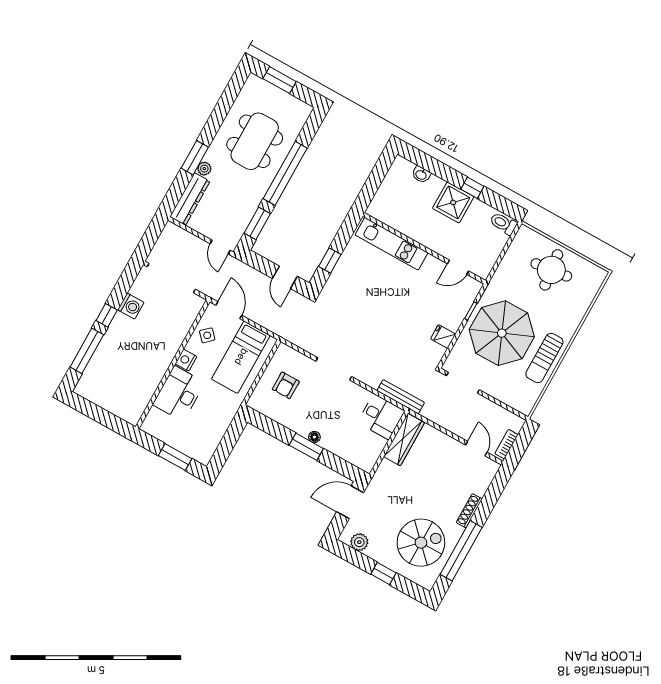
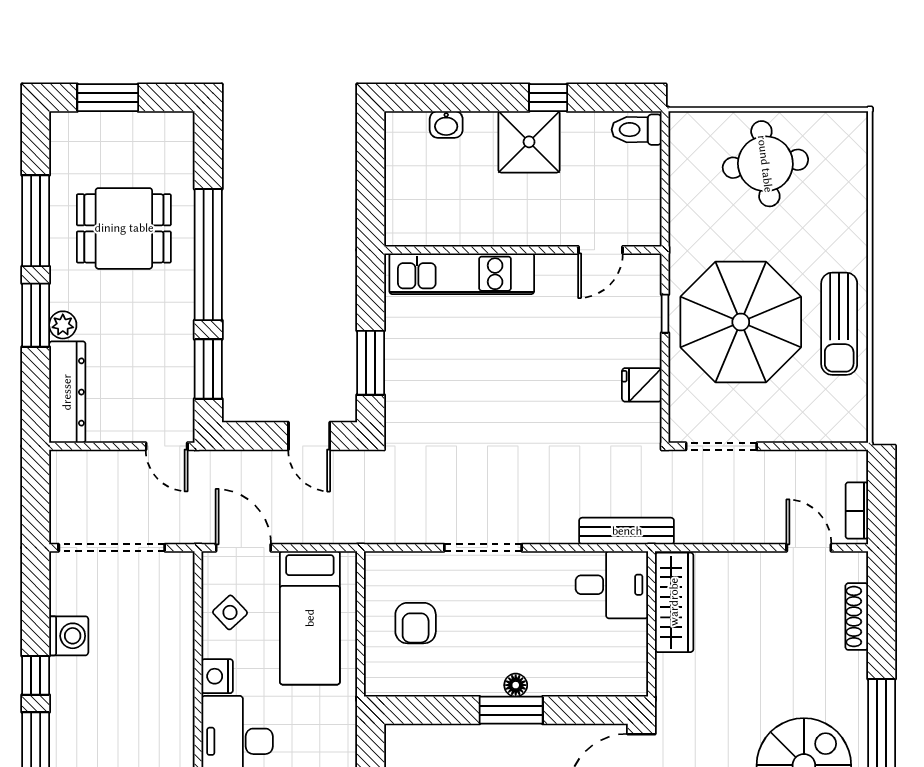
window: (218, 116) -> (36, 221), added
dining table: (255, 141) -> (124, 228), width x0.73
window: (330, 260) -> (371, 363), width x1.50
shoe rack: (469, 511) -> (857, 617), moved

